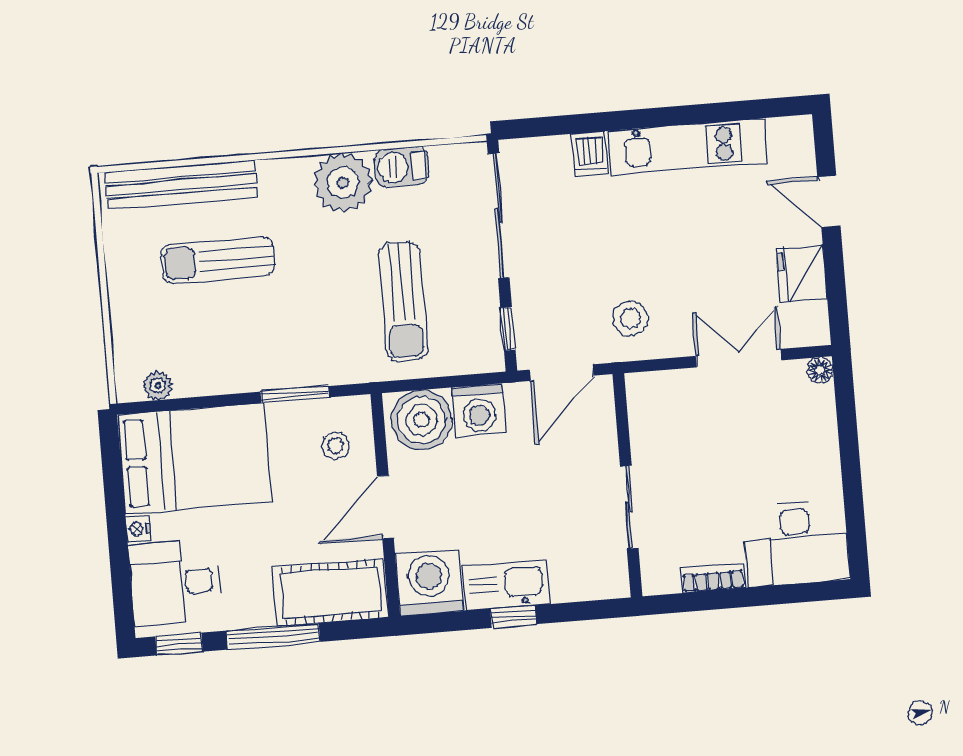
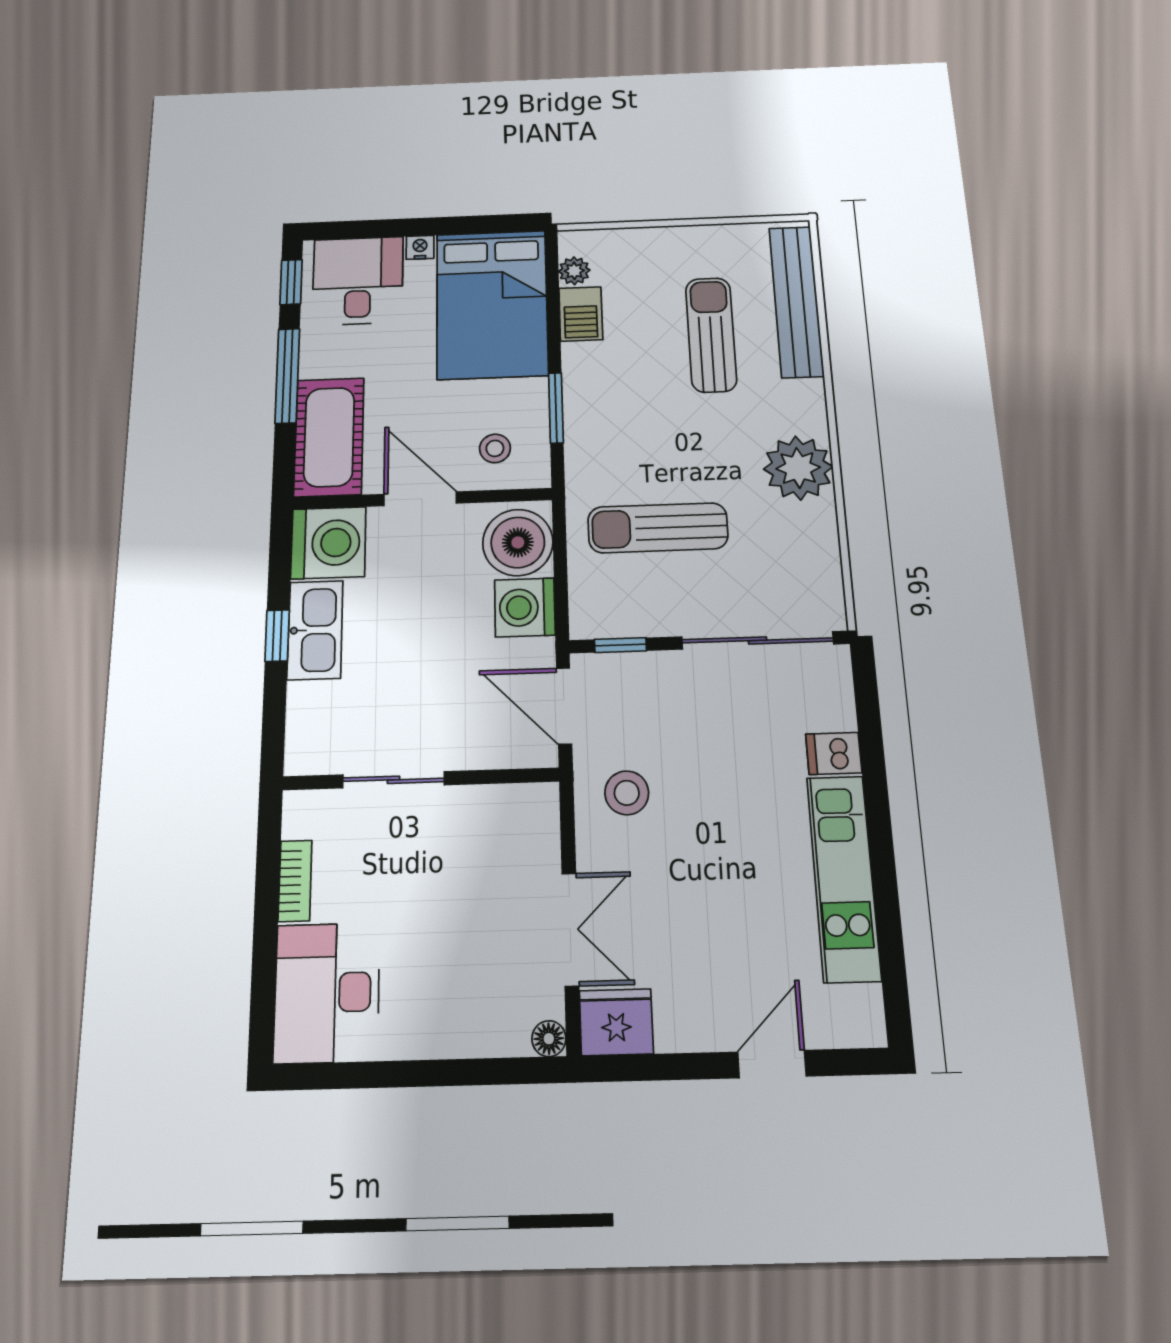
barbecue: (402, 167) -> (581, 314), moved, turned 180
fridge: (802, 274) -> (616, 1022), moved

